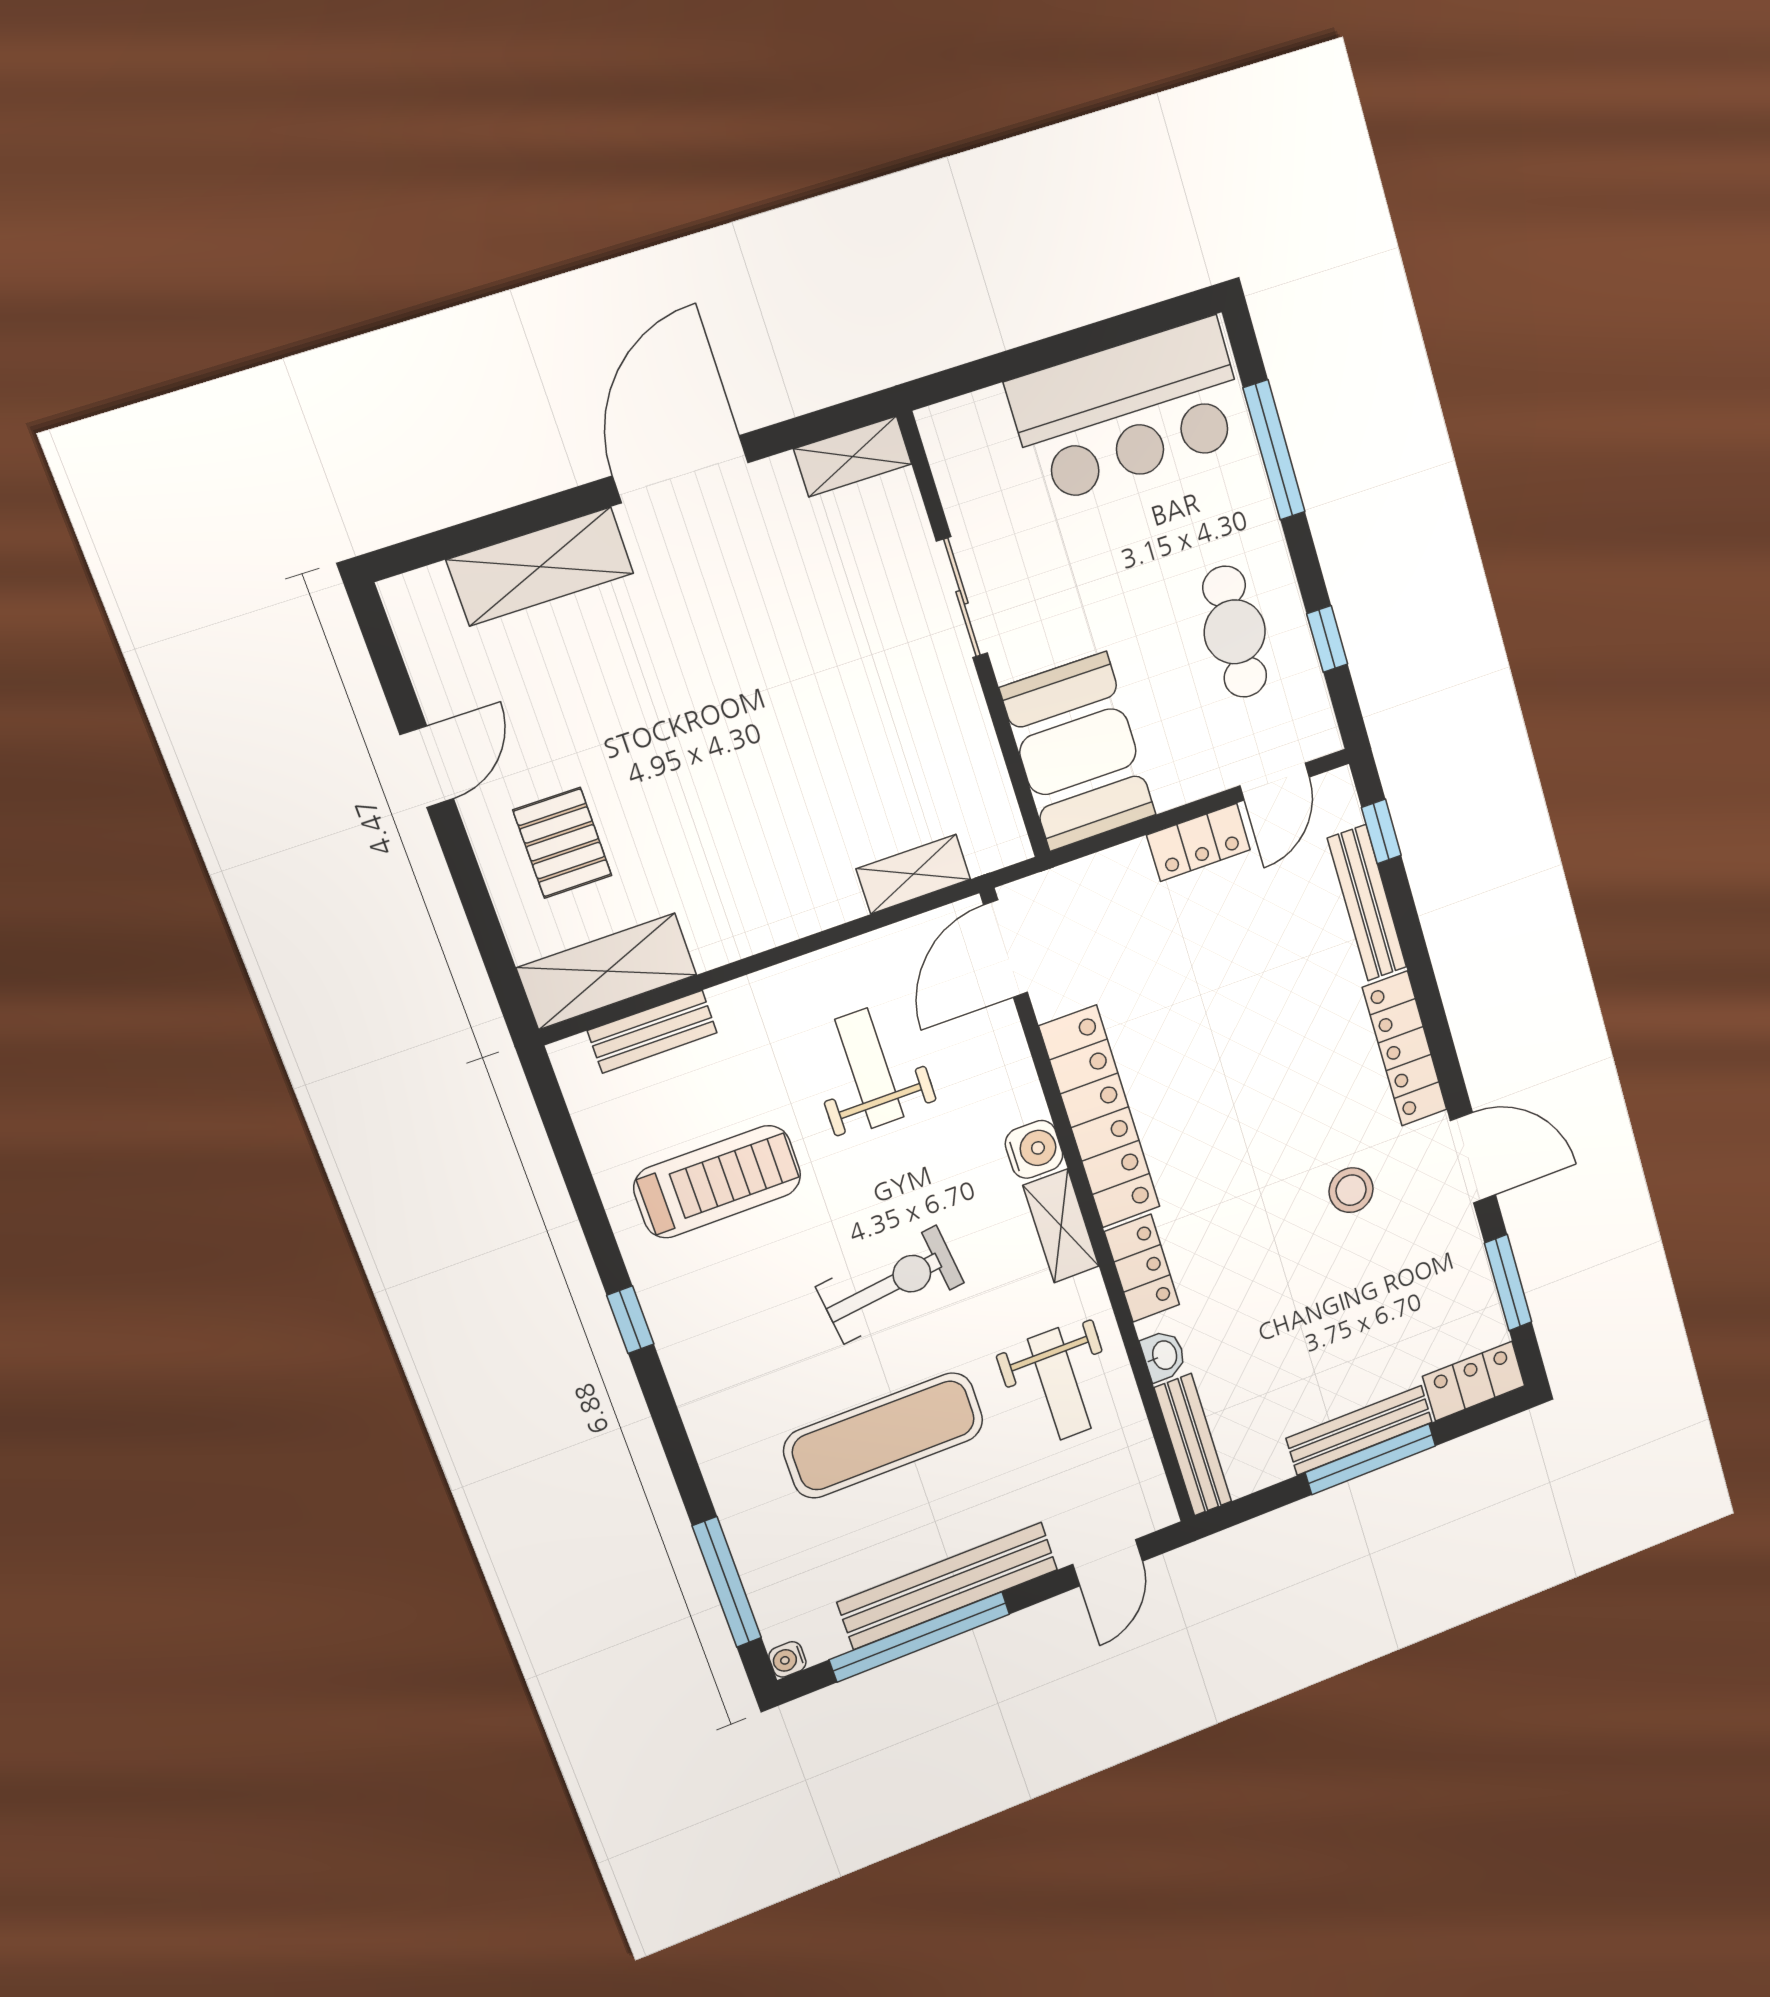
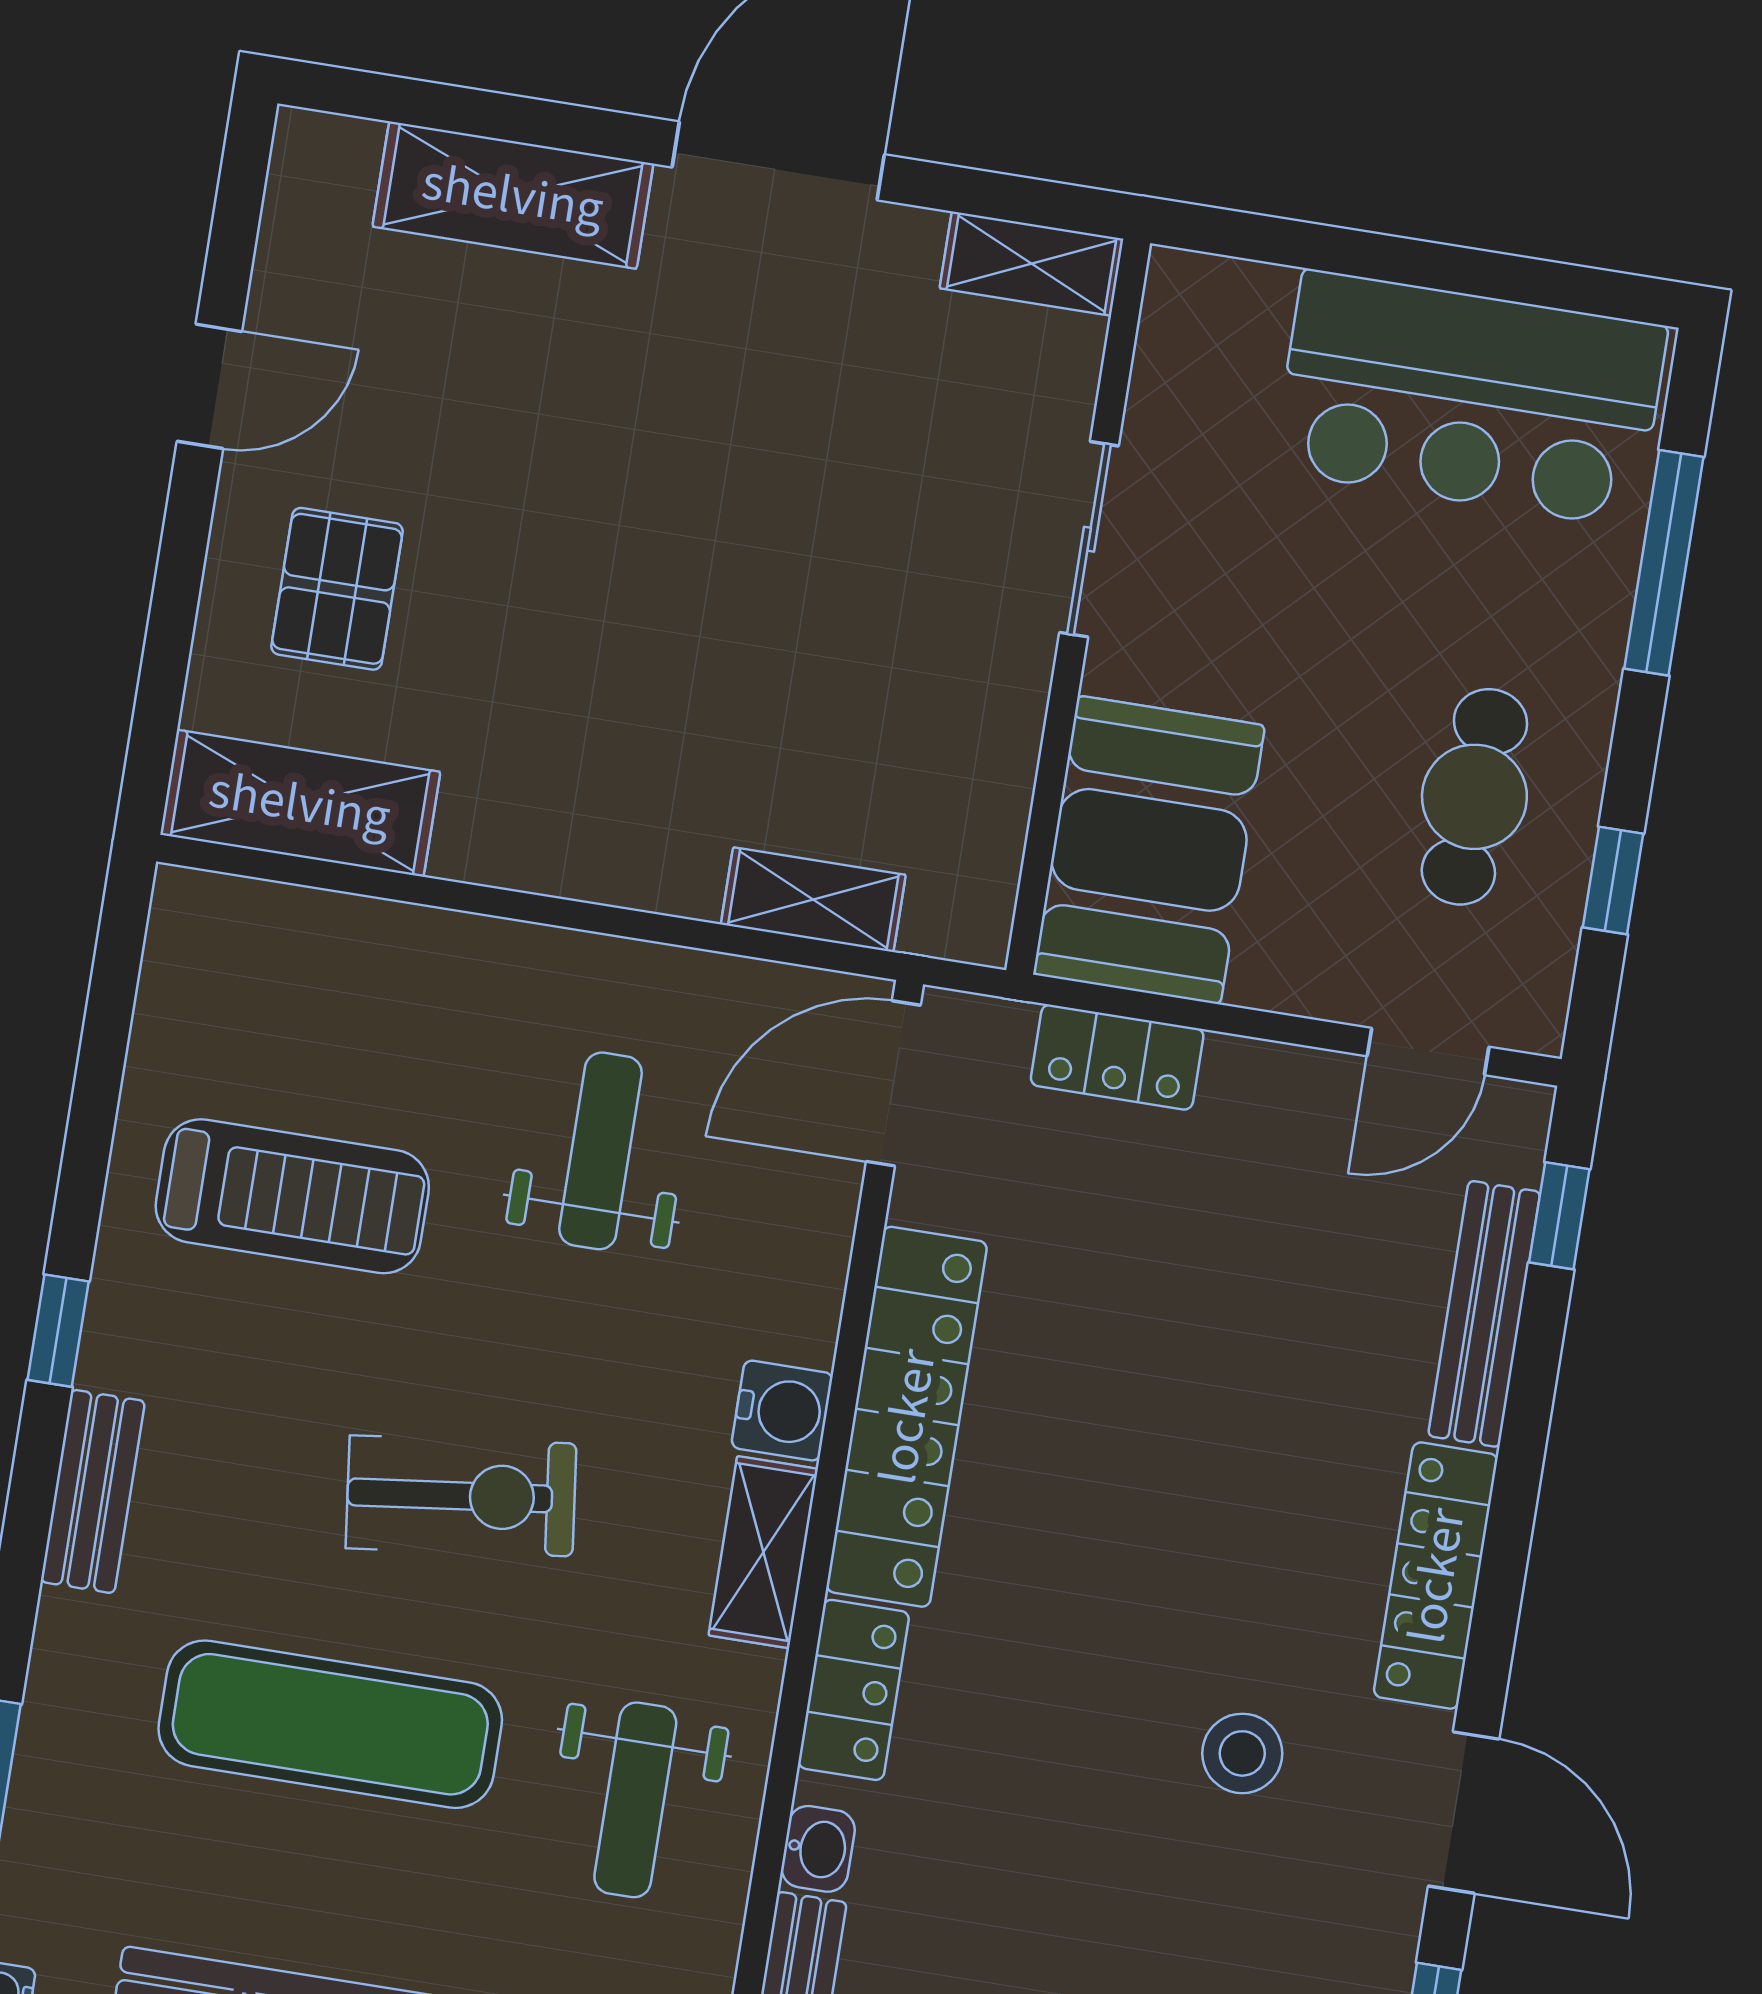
locker: (1199, 842) -> (1117, 1057), moved
bench: (652, 1032) -> (93, 1491), moved, turned 90

